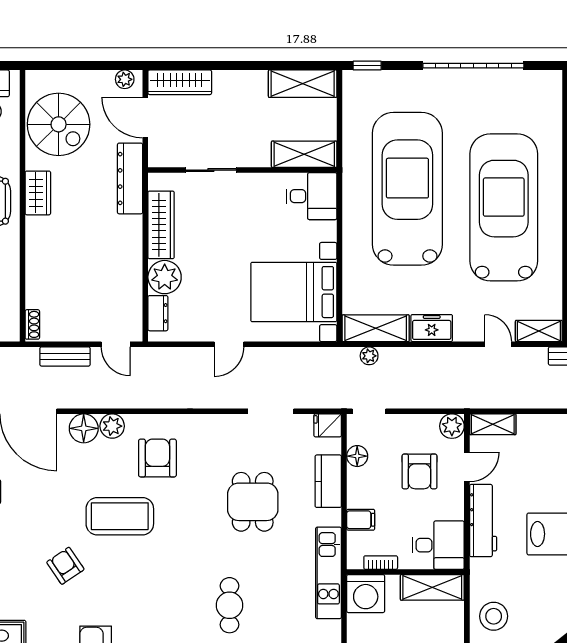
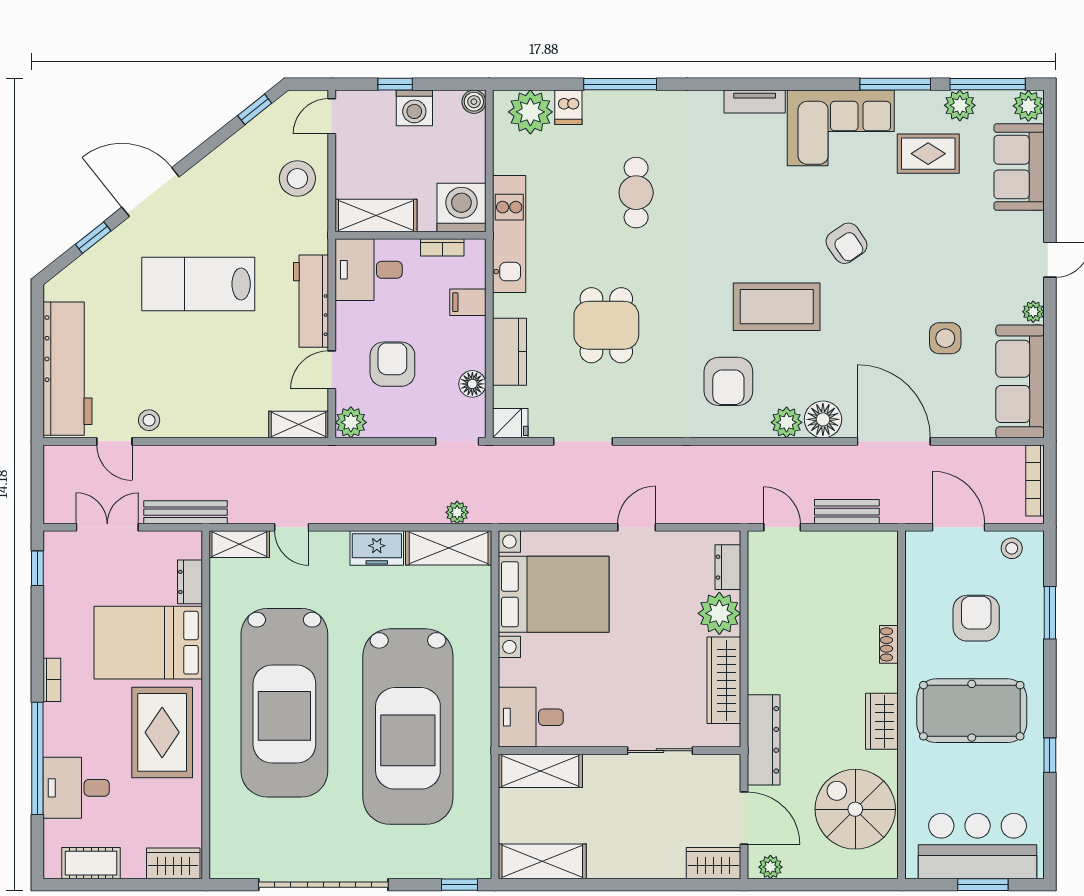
wardrobe: (180, 82) -> (713, 863), width x0.67
shoe rack: (32, 324) -> (889, 644), moved

